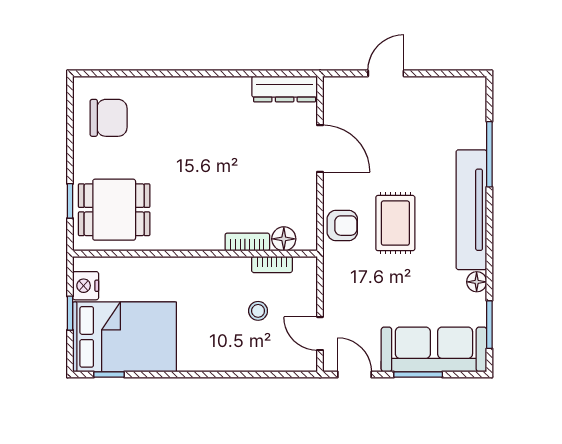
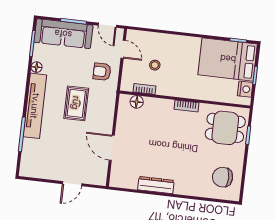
dresser: (285, 89) -> (156, 185), moved
armchair: (342, 226) -> (102, 72), moved
bookcase: (247, 242) -> (186, 106), moved

